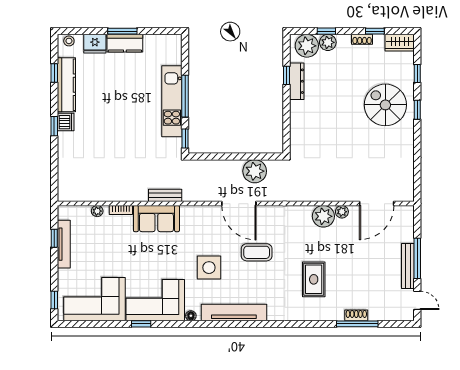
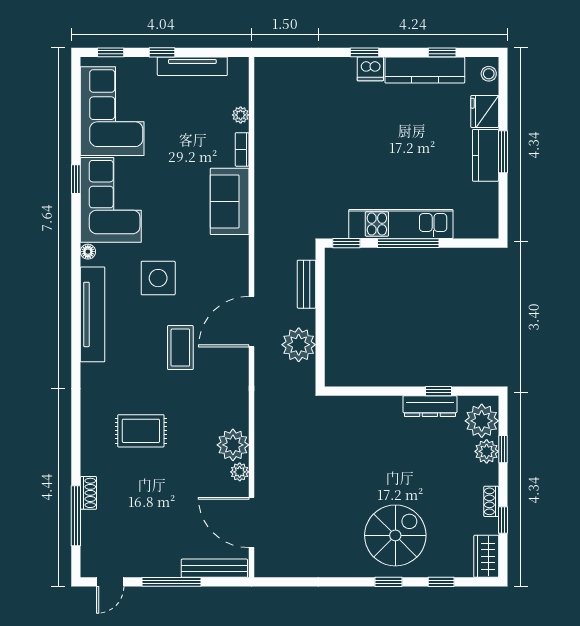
bench: (165, 195) -> (307, 284), moved
window: (54, 238) -> (162, 52), moved
bench: (408, 266) -> (214, 568), moved
window: (357, 324) -> (76, 516), moved

